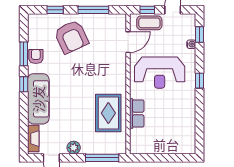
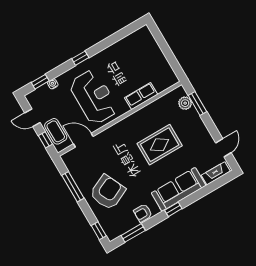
window: (55, 10) -> (99, 231), moved
window: (24, 54) -> (133, 233), moved
rug: (108, 113) -> (160, 145), moved
plant: (74, 148) -> (185, 103), moved
window: (102, 158) -> (197, 103), width x0.69

